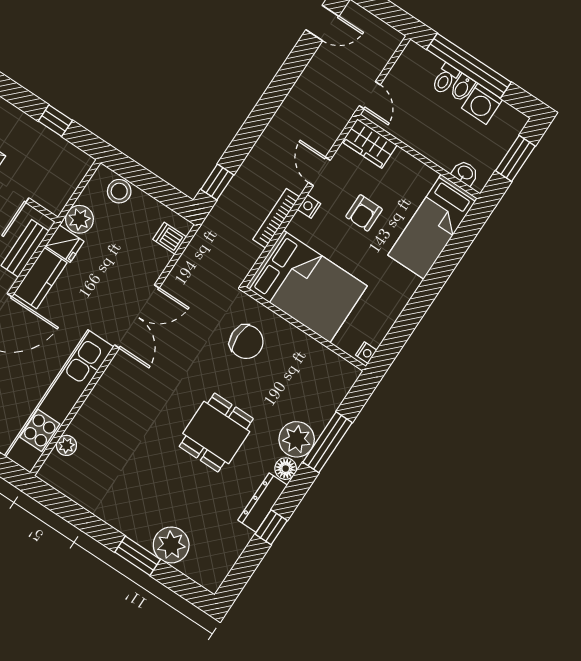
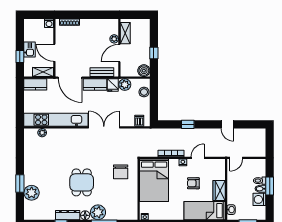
door: (322, 23) -> (227, 124), moved
window: (469, 66) -> (270, 186), width x0.47
wardrobe: (370, 144) -> (219, 190), moved
boiler: (77, 164) -> (144, 71), added
window: (217, 182) -> (188, 124), moved
double door: (137, 316) -> (104, 127), swing flipped
dining table: (216, 433) -> (82, 182), turned 90

